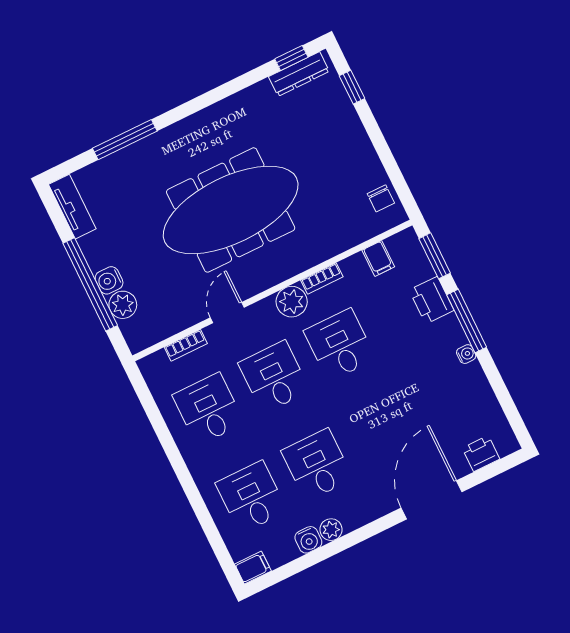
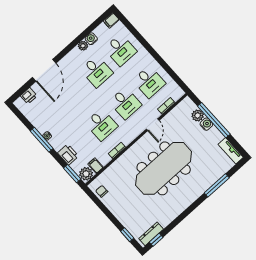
plant: (292, 302) -> (86, 174), moved
window: (467, 321) -> (42, 140), moved

